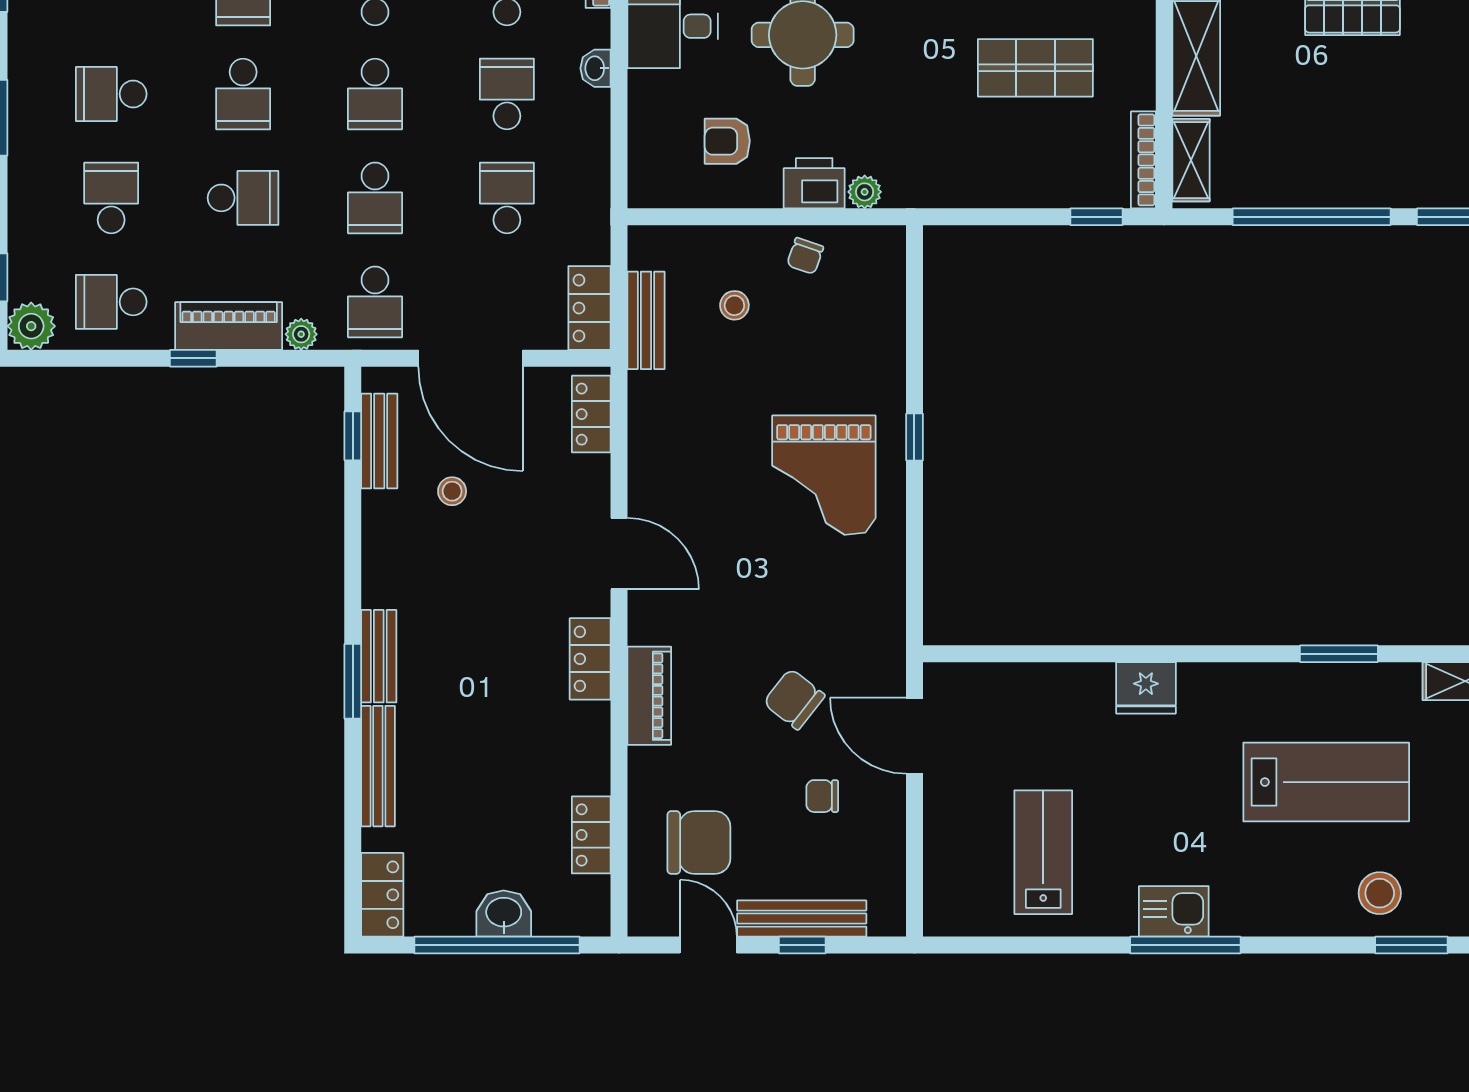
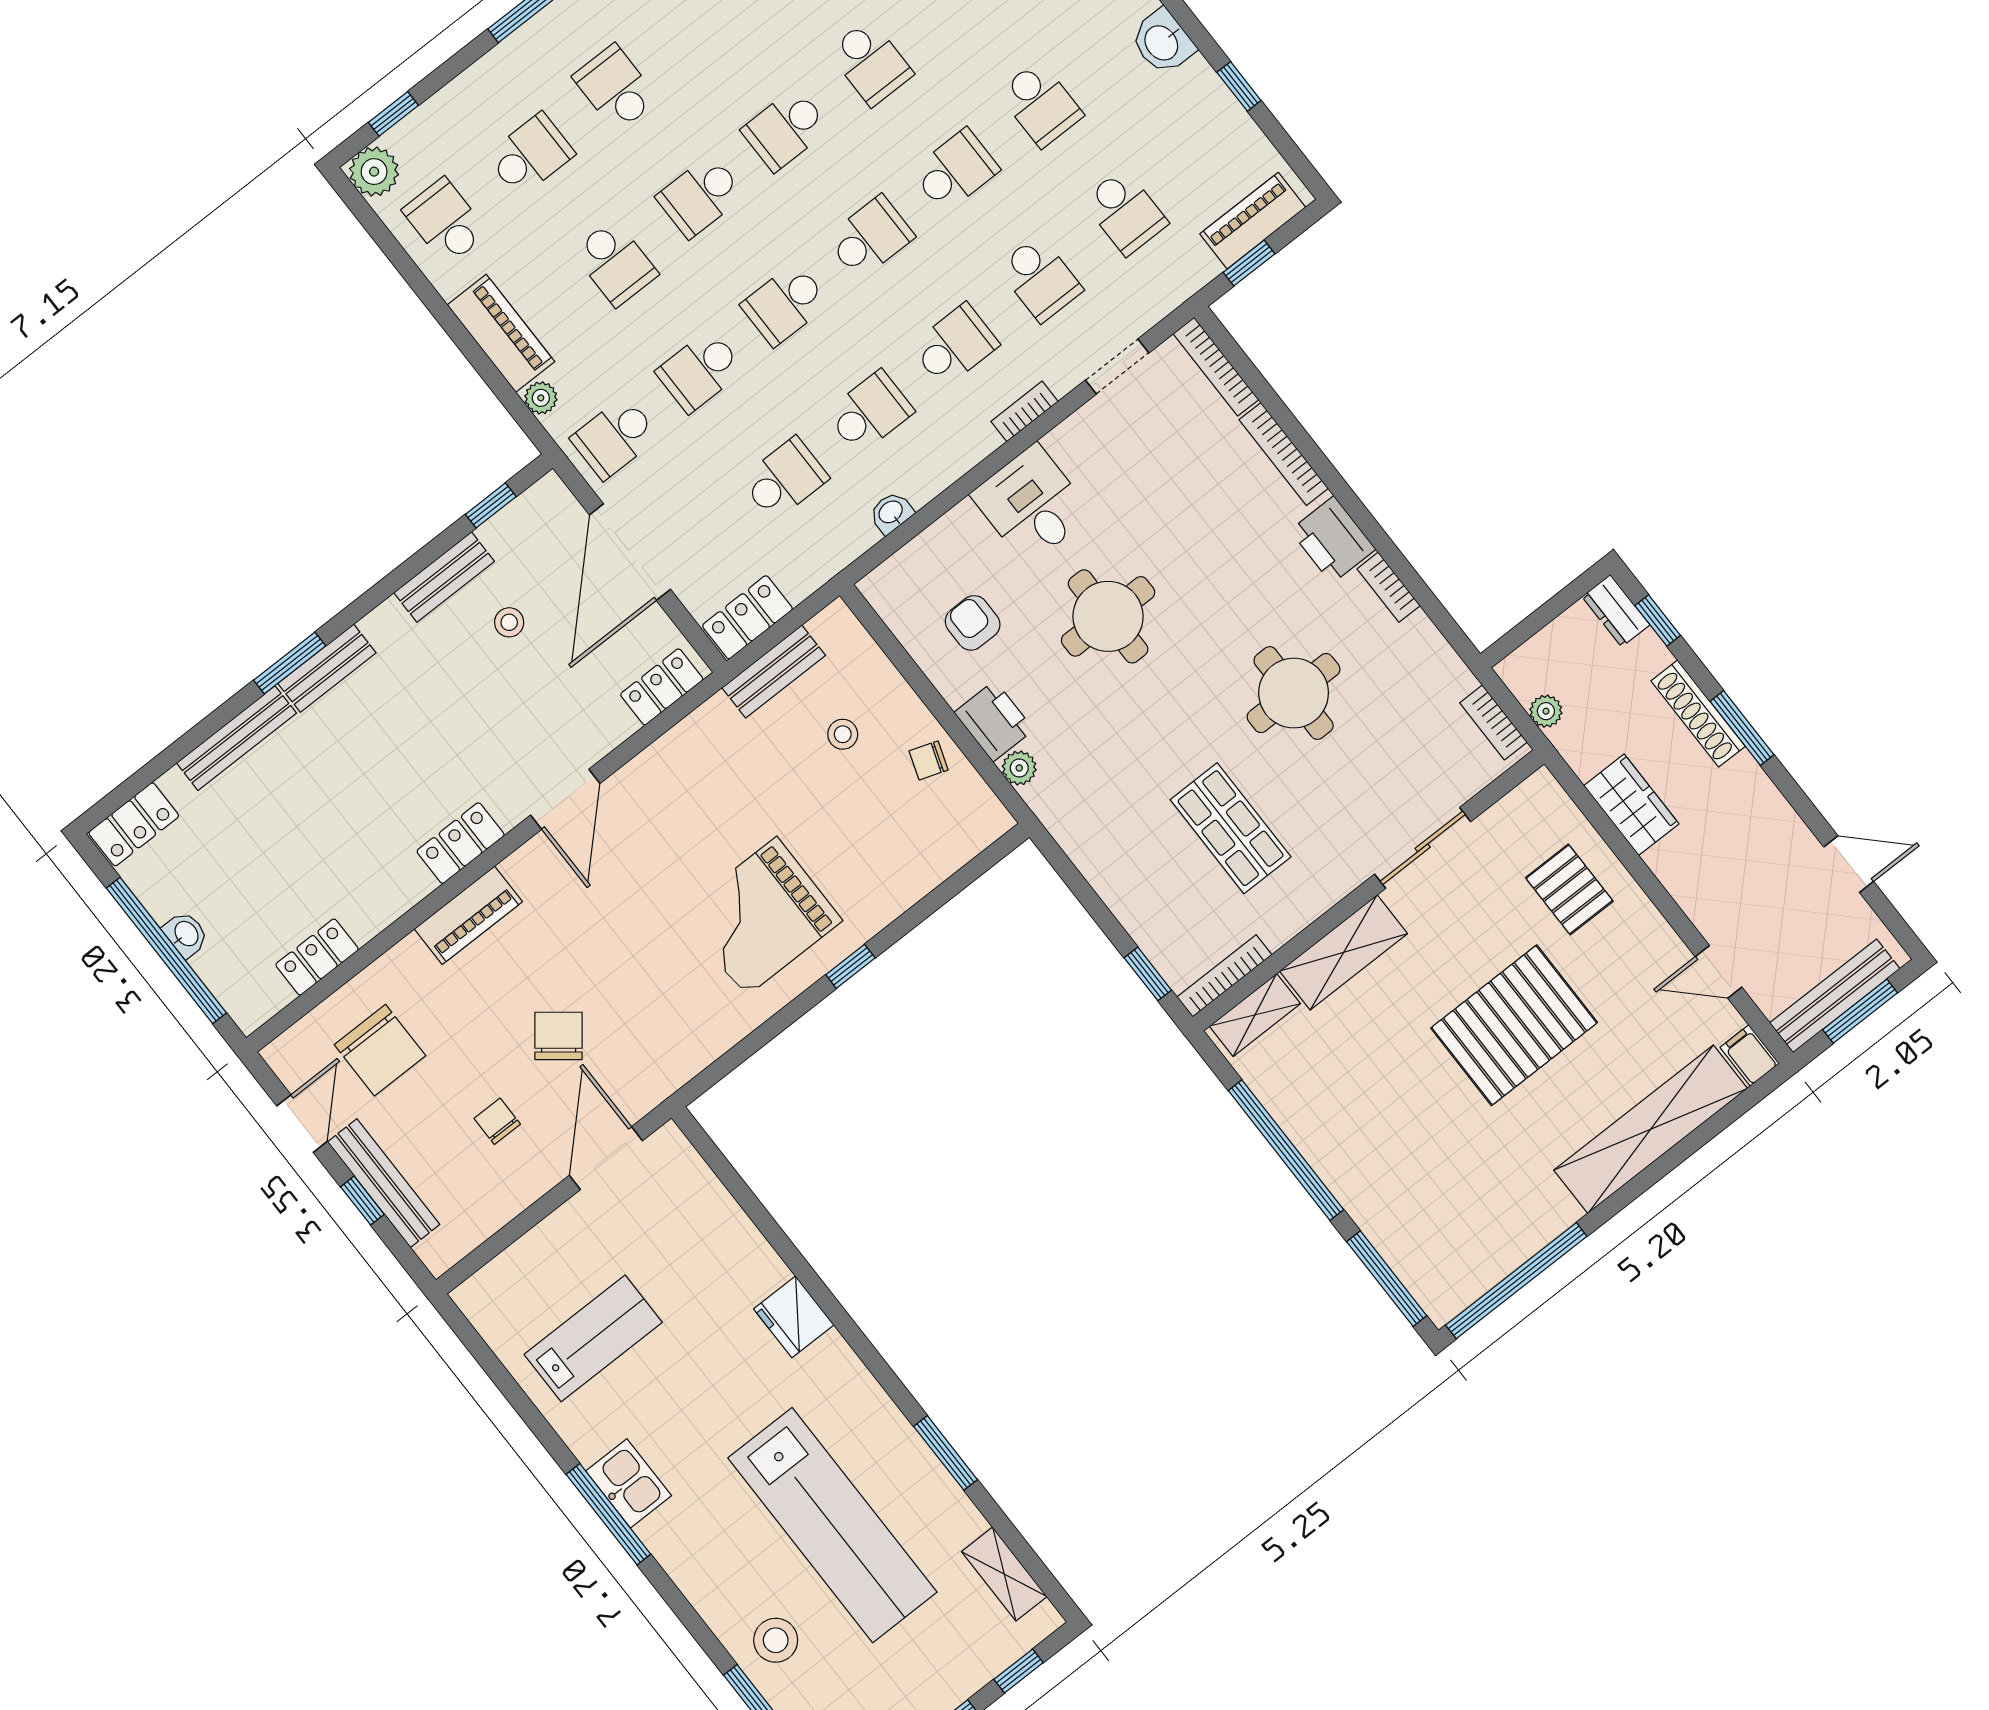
washbasin: (596, 68) -> (891, 513), moved
window: (193, 358) -> (452, 325), removed
bench: (379, 441) -> (444, 577), moved
lab bench: (1326, 782) -> (832, 1525), width x1.36
washbasin: (504, 914) -> (186, 934), width x0.72, depth x0.69

